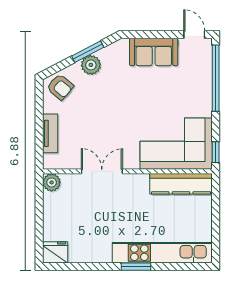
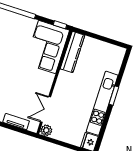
double door: (102, 171) -> (46, 109), moved
kitchen unit: (162, 253) -> (102, 103), moved

